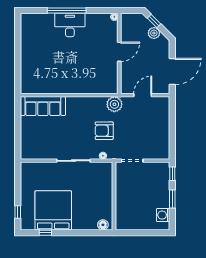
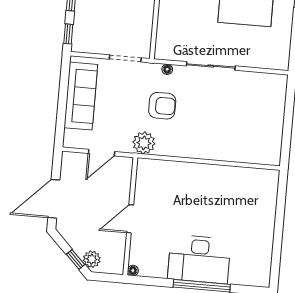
desk: (70, 25) -> (199, 259), width x1.36, depth x1.30
plant: (154, 33) -> (92, 259), moved
door: (172, 72) -> (54, 199), moved
sofa: (43, 106) -> (81, 96), moved, turned 90

